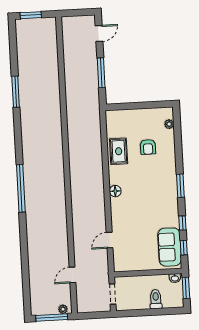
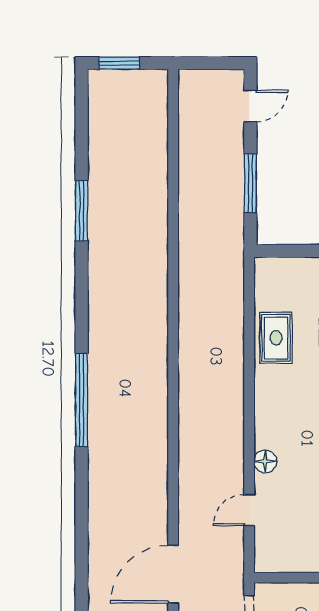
floor lamp: (115, 191) -> (265, 461), moved
door: (72, 275) -> (173, 574), width x1.87

